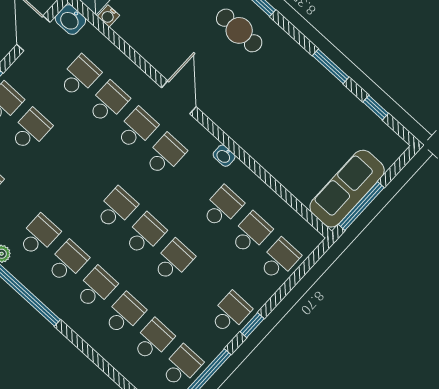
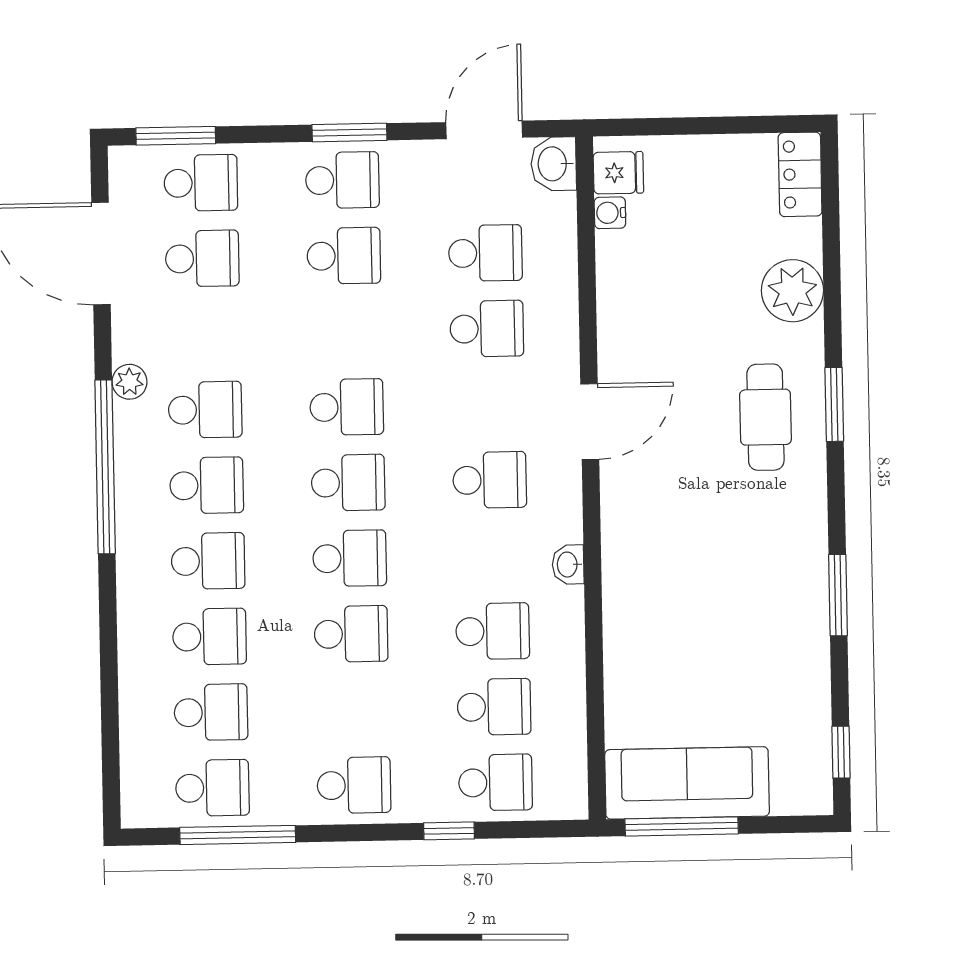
window: (376, 108) -> (841, 752), moved
school desk: (137, 129) -> (347, 407), moved
window: (252, 325) -> (449, 831), moved

